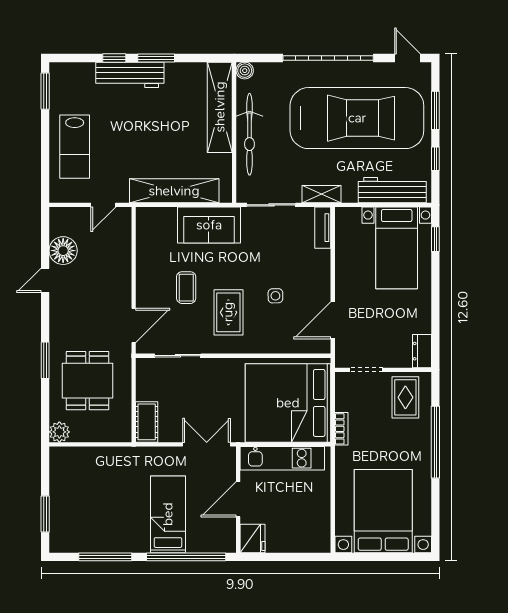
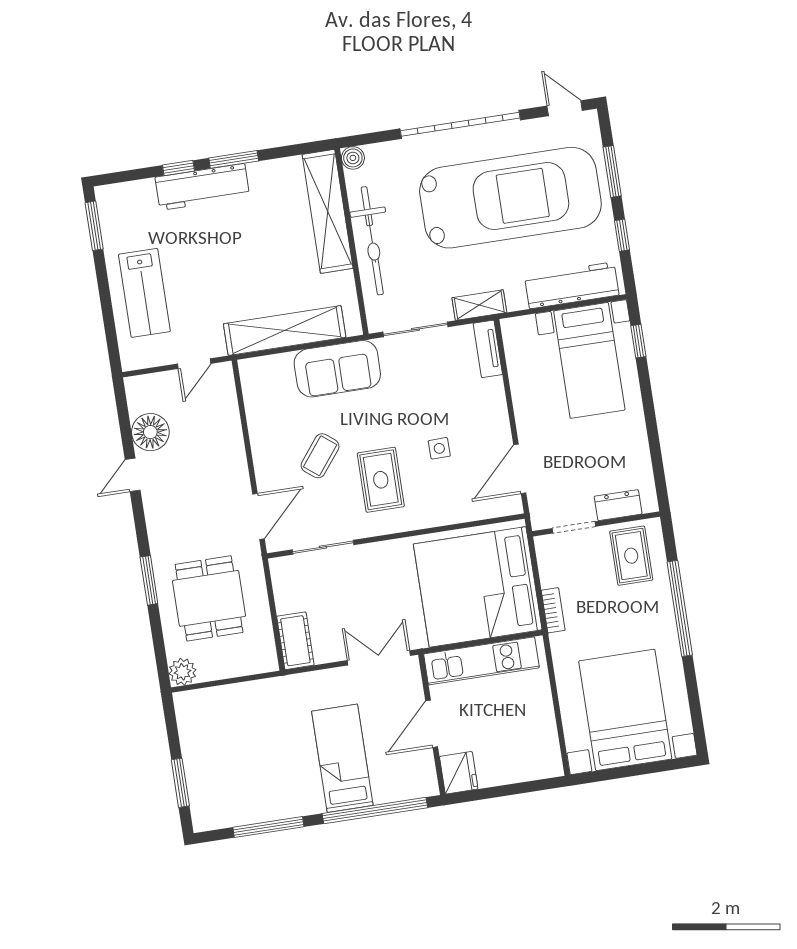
coffee table: (186, 288) -> (320, 456), turned 38
dresser: (422, 351) -> (618, 505), moved, turned 90

